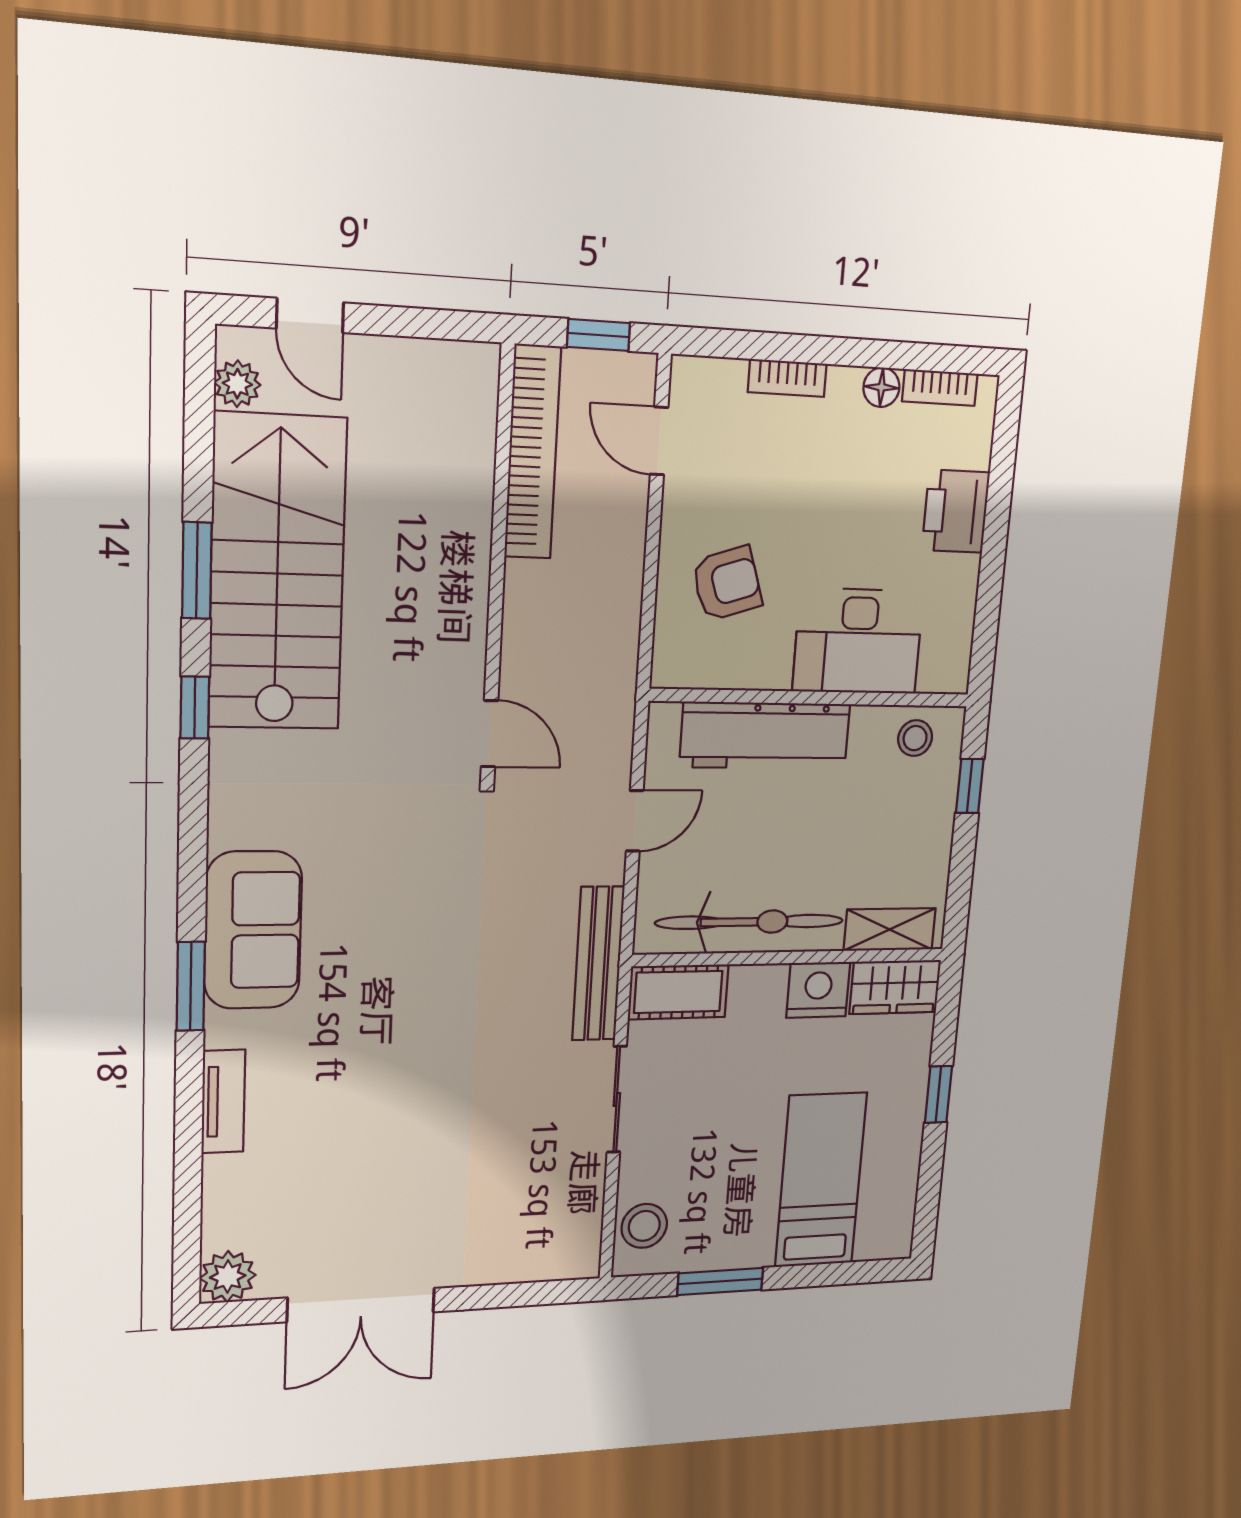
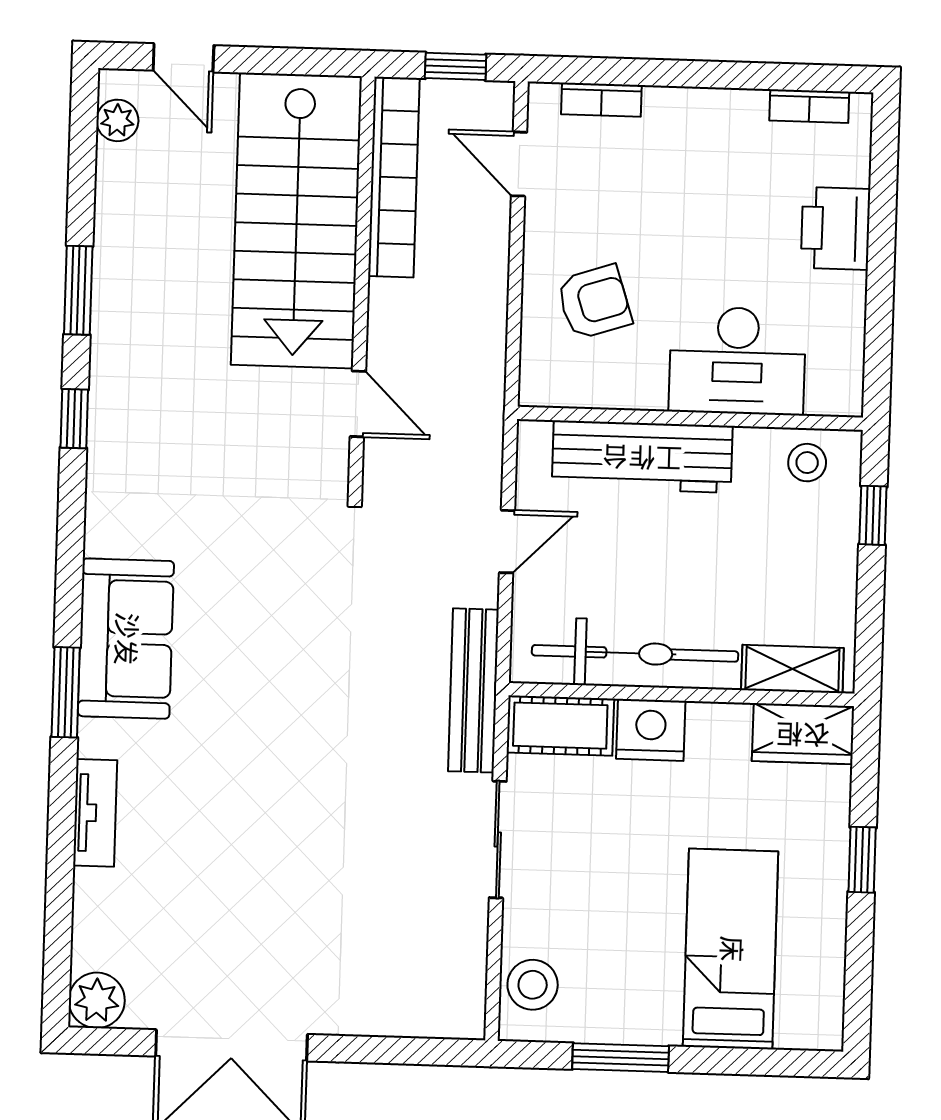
bookcase: (787, 378) -> (601, 100), moved
floor lamp: (881, 387) -> (747, 107), removed
stairs: (277, 573) -> (296, 221), moved, turned 180
door: (490, 734) -> (358, 404), moved
nightstand: (818, 990) -> (651, 730), moved

